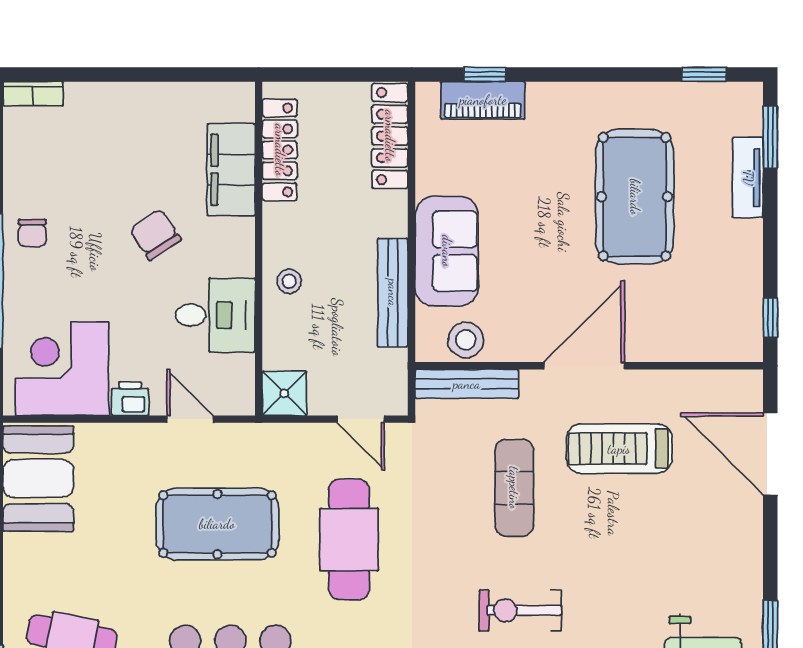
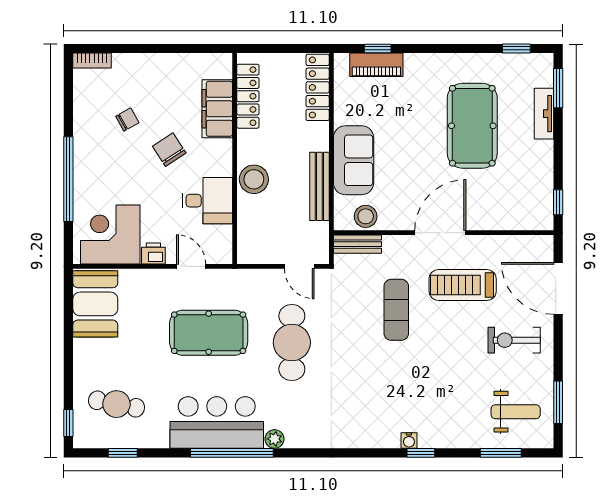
chair: (32, 233) -> (127, 119), moved, turned -119
stool: (289, 281) -> (254, 179), width x1.89, depth x1.89
bench: (467, 384) -> (357, 244), width x0.73
shower: (284, 393) -> (251, 250), removed
exercise bike: (520, 610) -> (514, 340), moved

